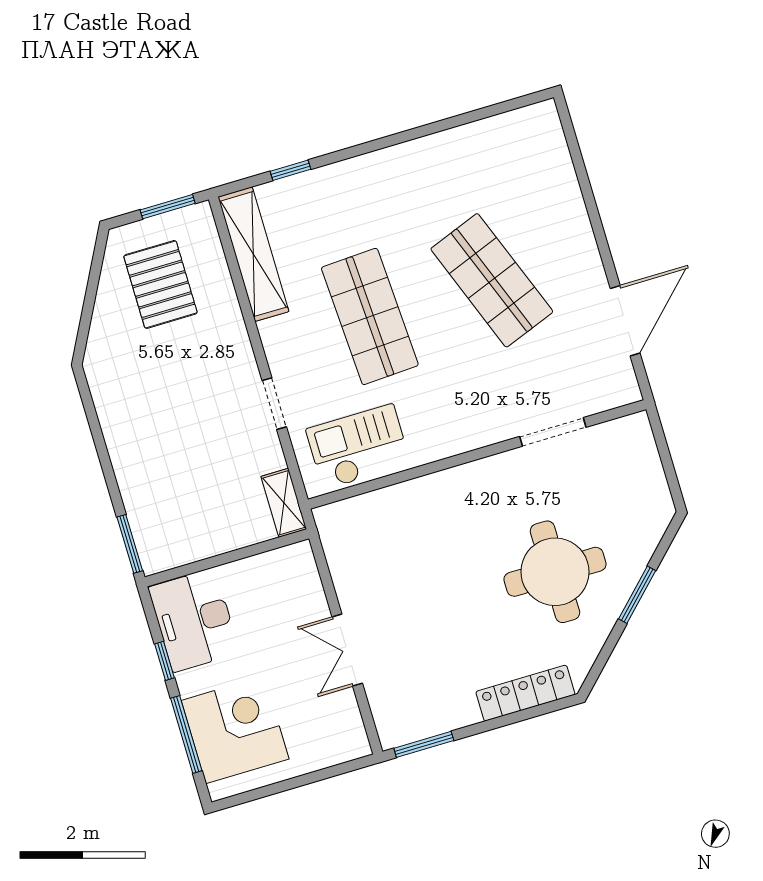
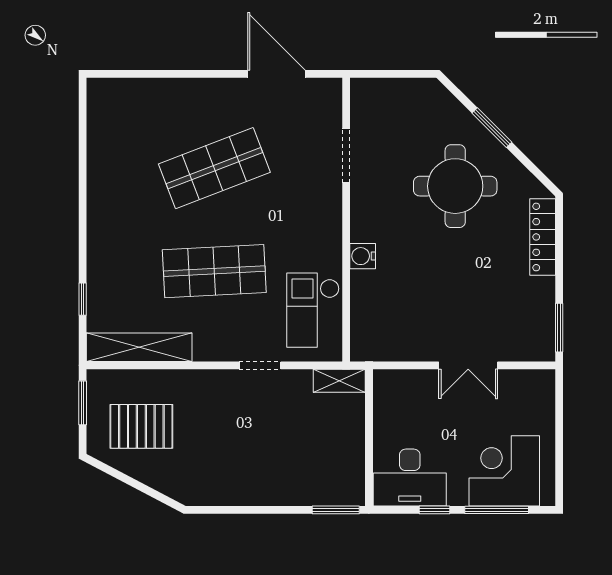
water cooler: (440, 487) -> (363, 256), added

